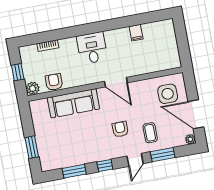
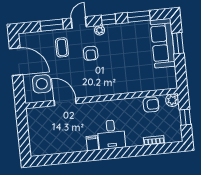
filing cabinet: (136, 33) -> (92, 143), moved
armchair: (54, 82) -> (151, 105), turned -90
door: (116, 82) -> (65, 102), moved
sofa: (73, 103) -> (163, 43), moved, turned -90
plant: (190, 139) -> (100, 30), moved

